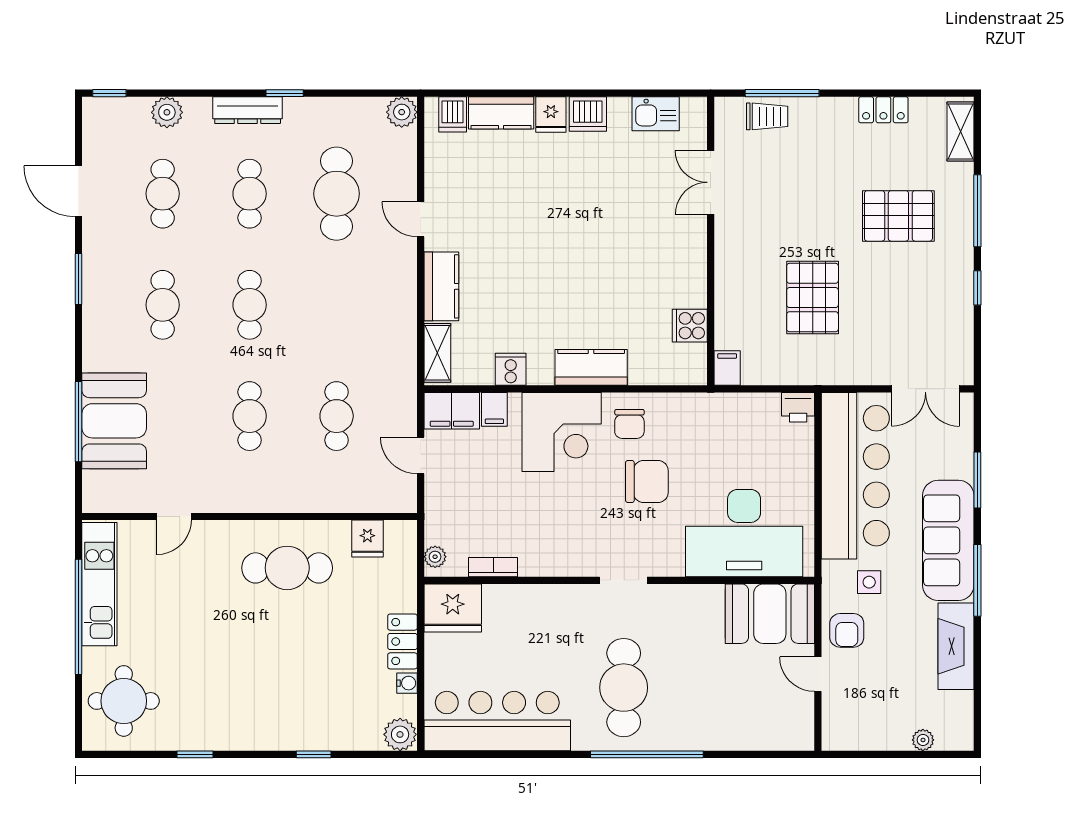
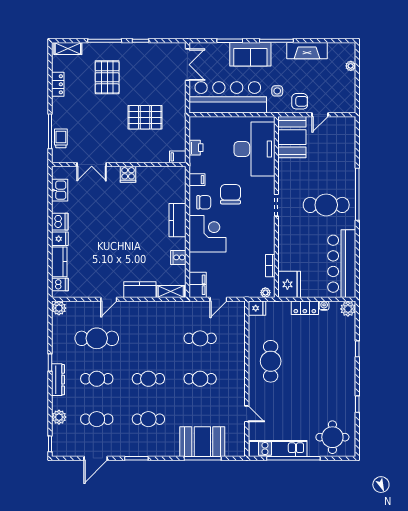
cooker: (690, 326) -> (128, 174), moved
printer: (798, 407) -> (196, 148), moved
filing cabinet: (494, 409) -> (197, 180), moved
fridge: (367, 539) -> (257, 308), moved
sofa: (948, 540) -> (250, 54), width x0.73

